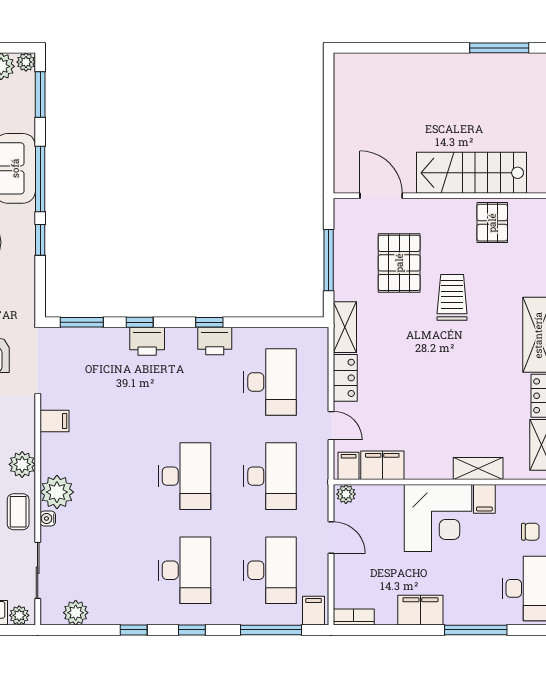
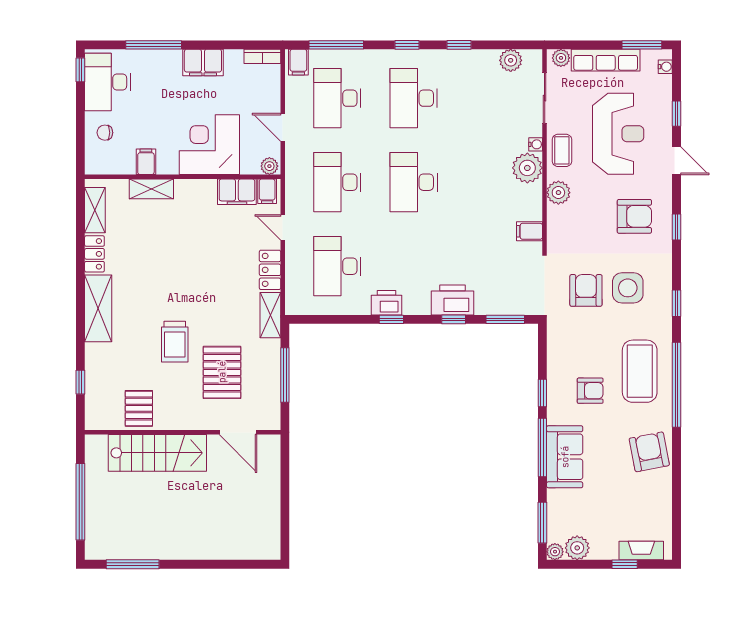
printer: (147, 341) -> (453, 300), width x1.37, depth x1.19
corner desk: (438, 518) -> (209, 145), moved

